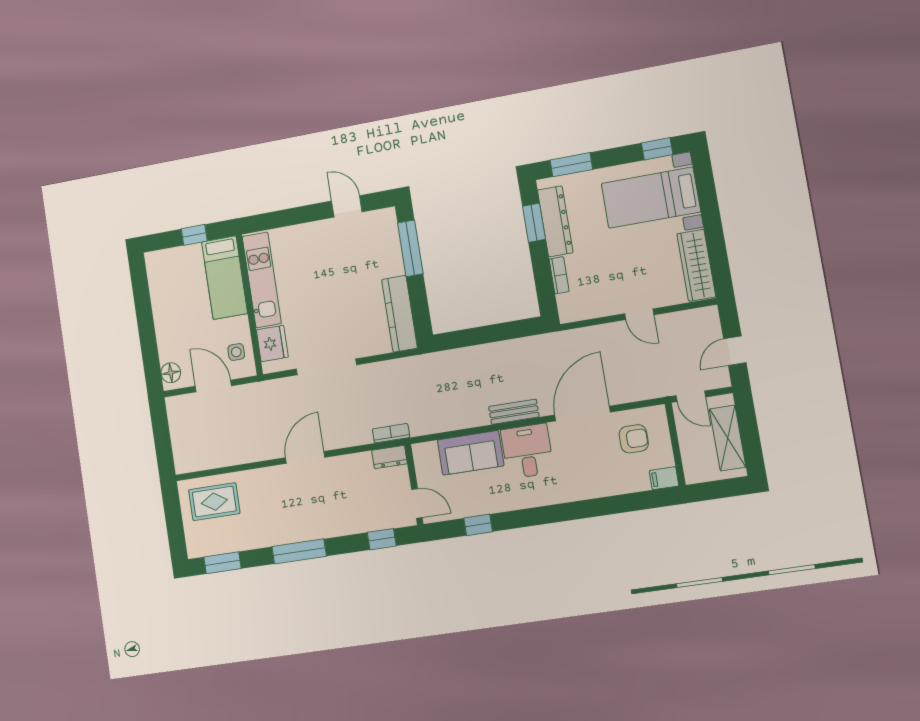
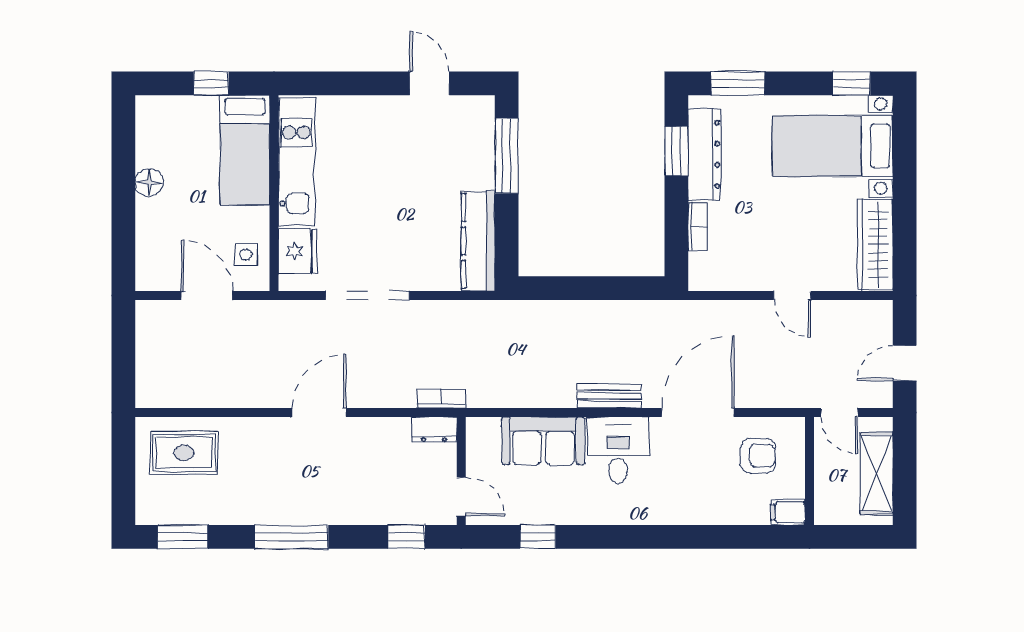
floor lamp: (171, 373) -> (149, 183), moved

